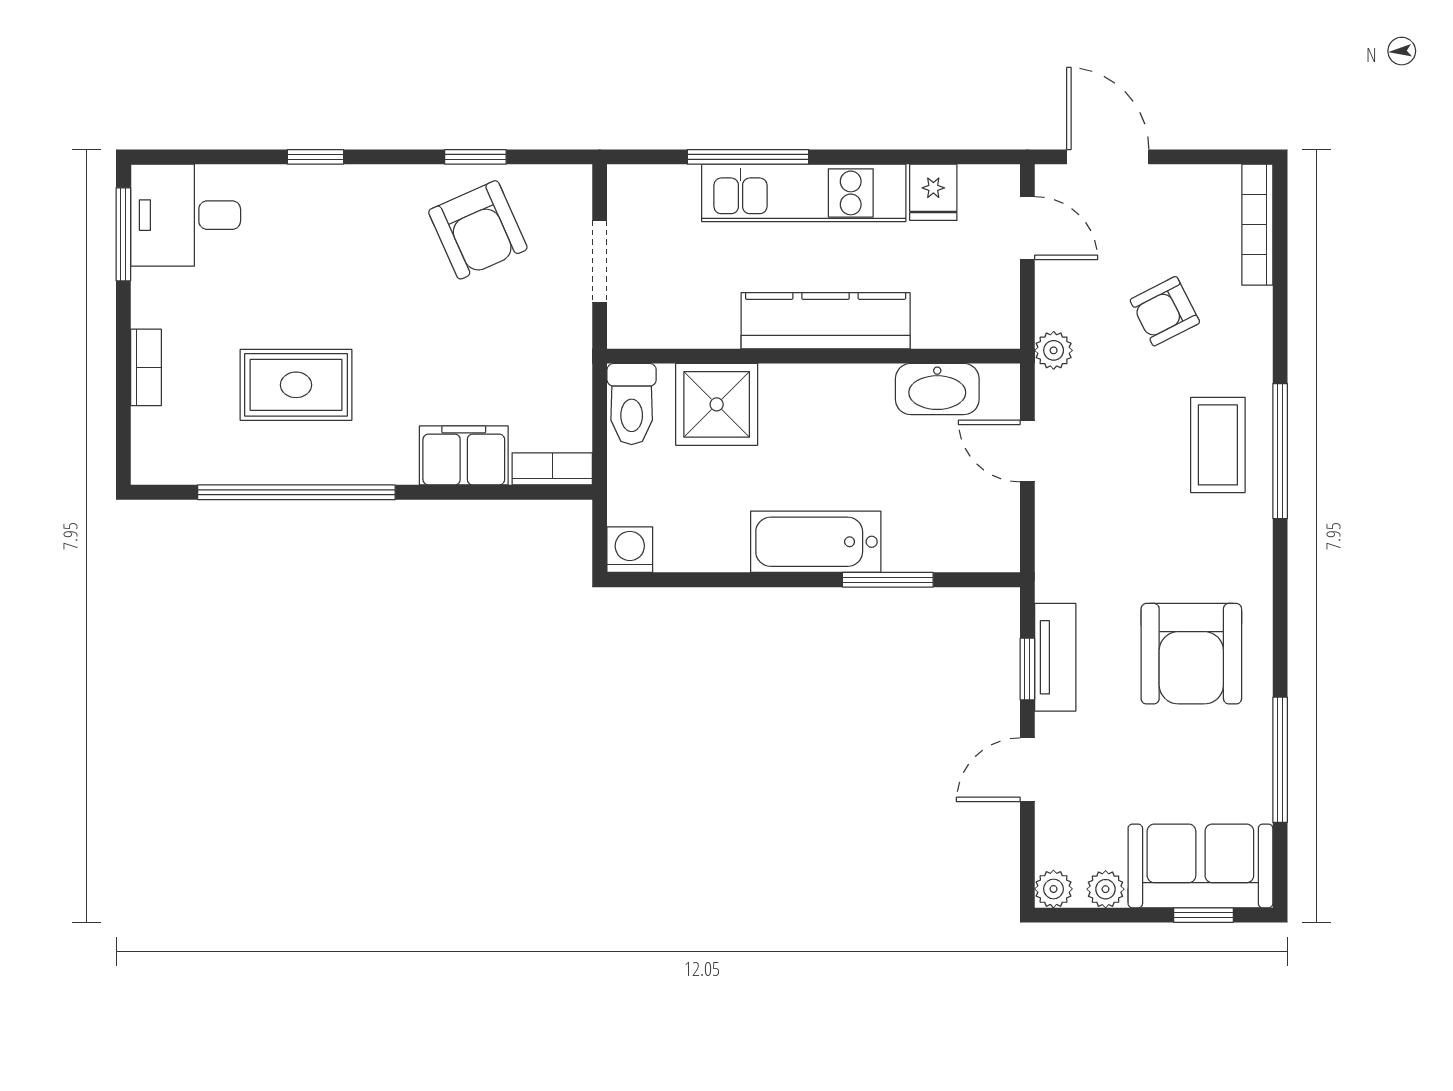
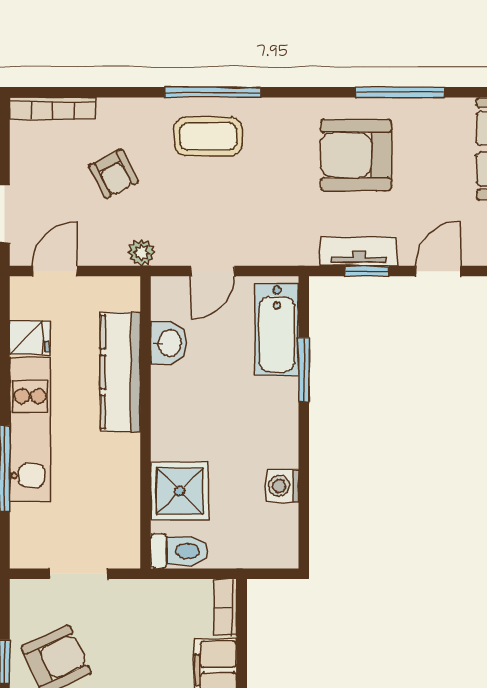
kitchen counter: (826, 321) -> (120, 372), moved
washbasin: (937, 389) -> (169, 343), width x0.72
bathtub: (816, 542) -> (277, 330), moved
washing machine: (630, 550) -> (282, 486), moved
armchair: (1191, 654) -> (356, 155), turned 180
window: (1280, 760) -> (400, 92), moved
door: (1027, 770) -> (438, 271), swing flipped

